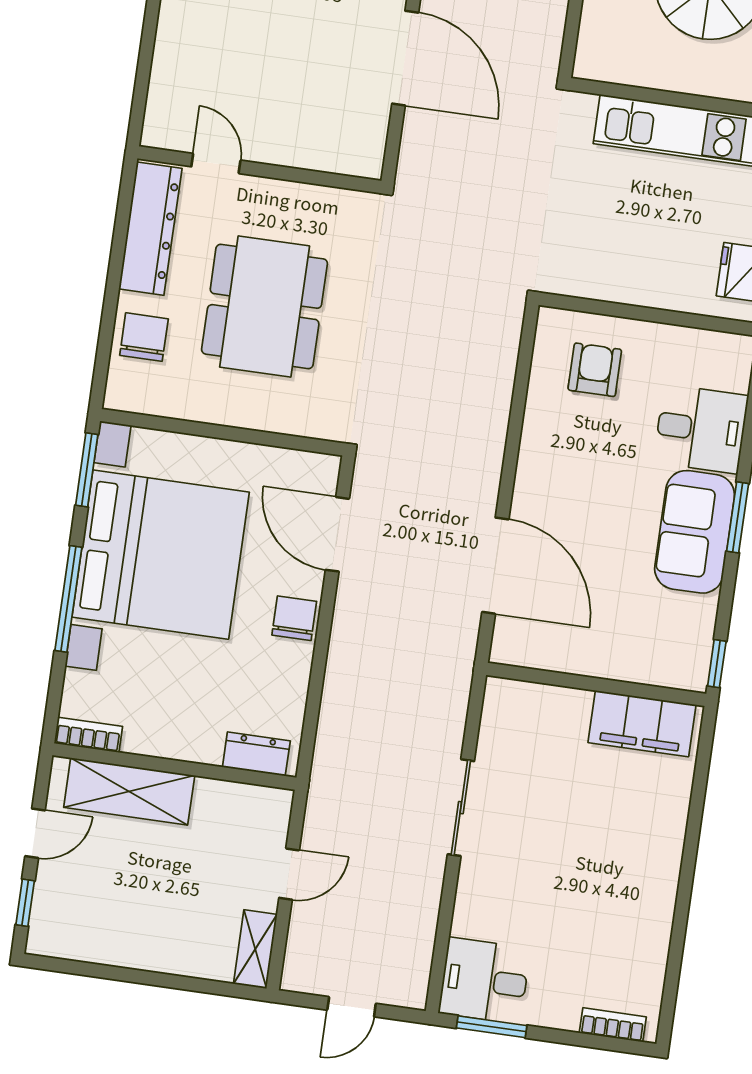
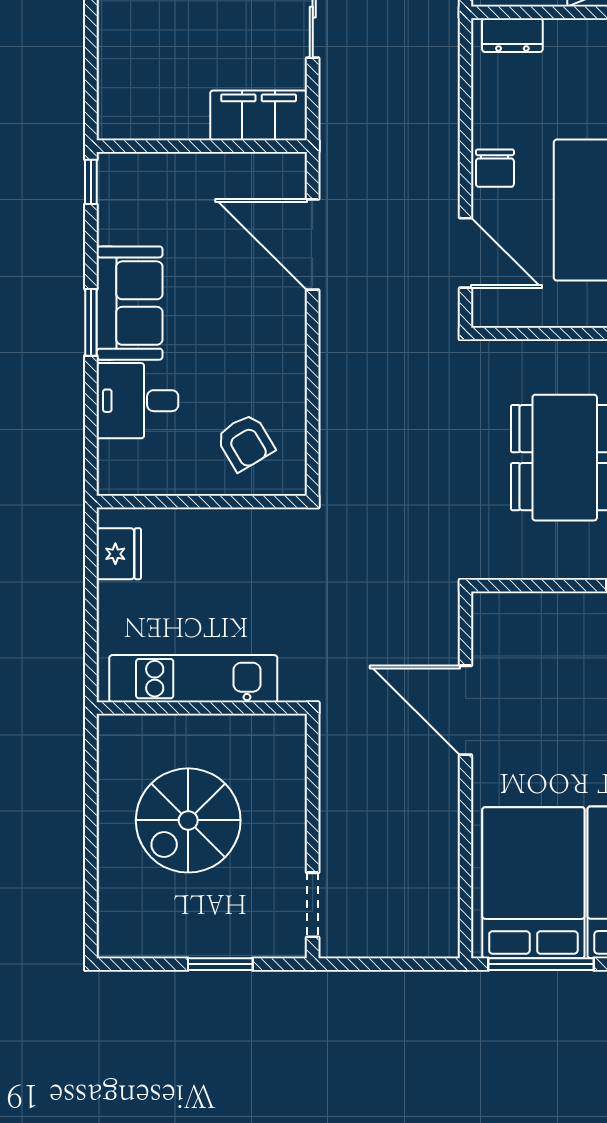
armchair: (595, 370) -> (245, 442), turned -31
filing cabinet: (642, 724) -> (259, 115), moved

